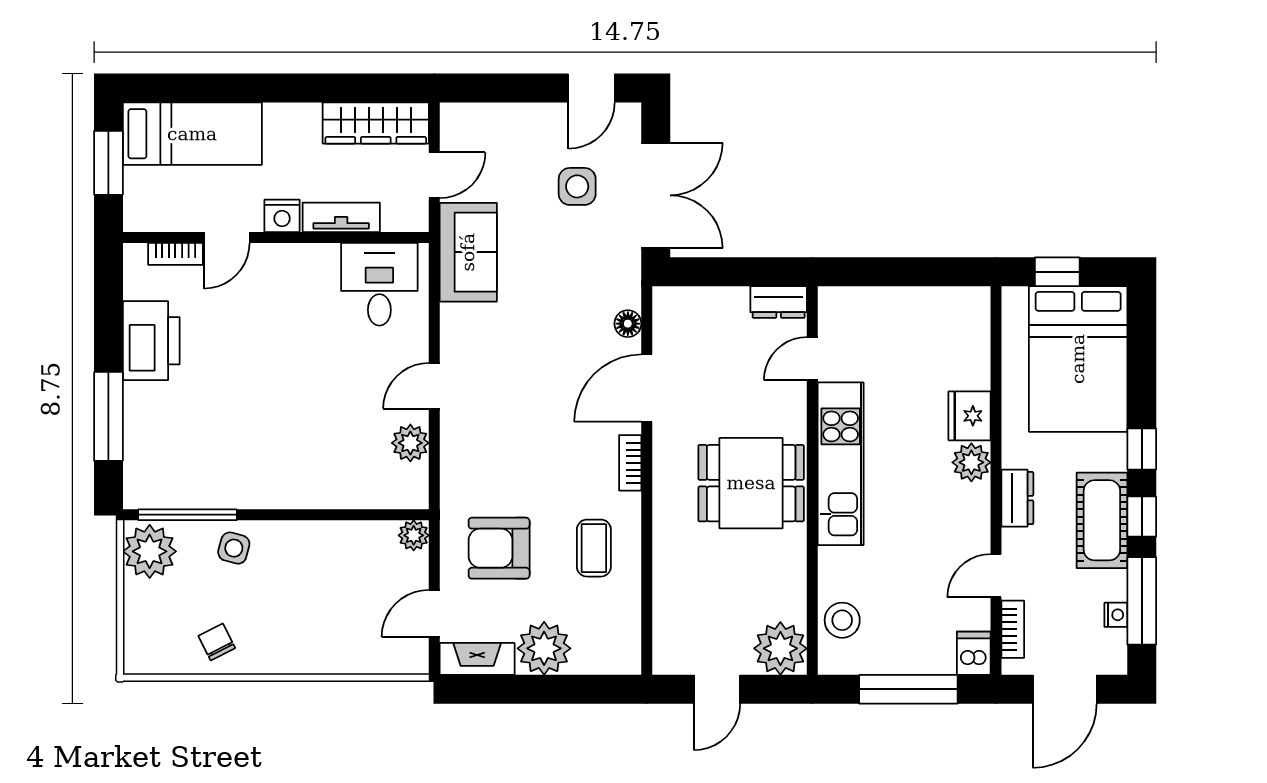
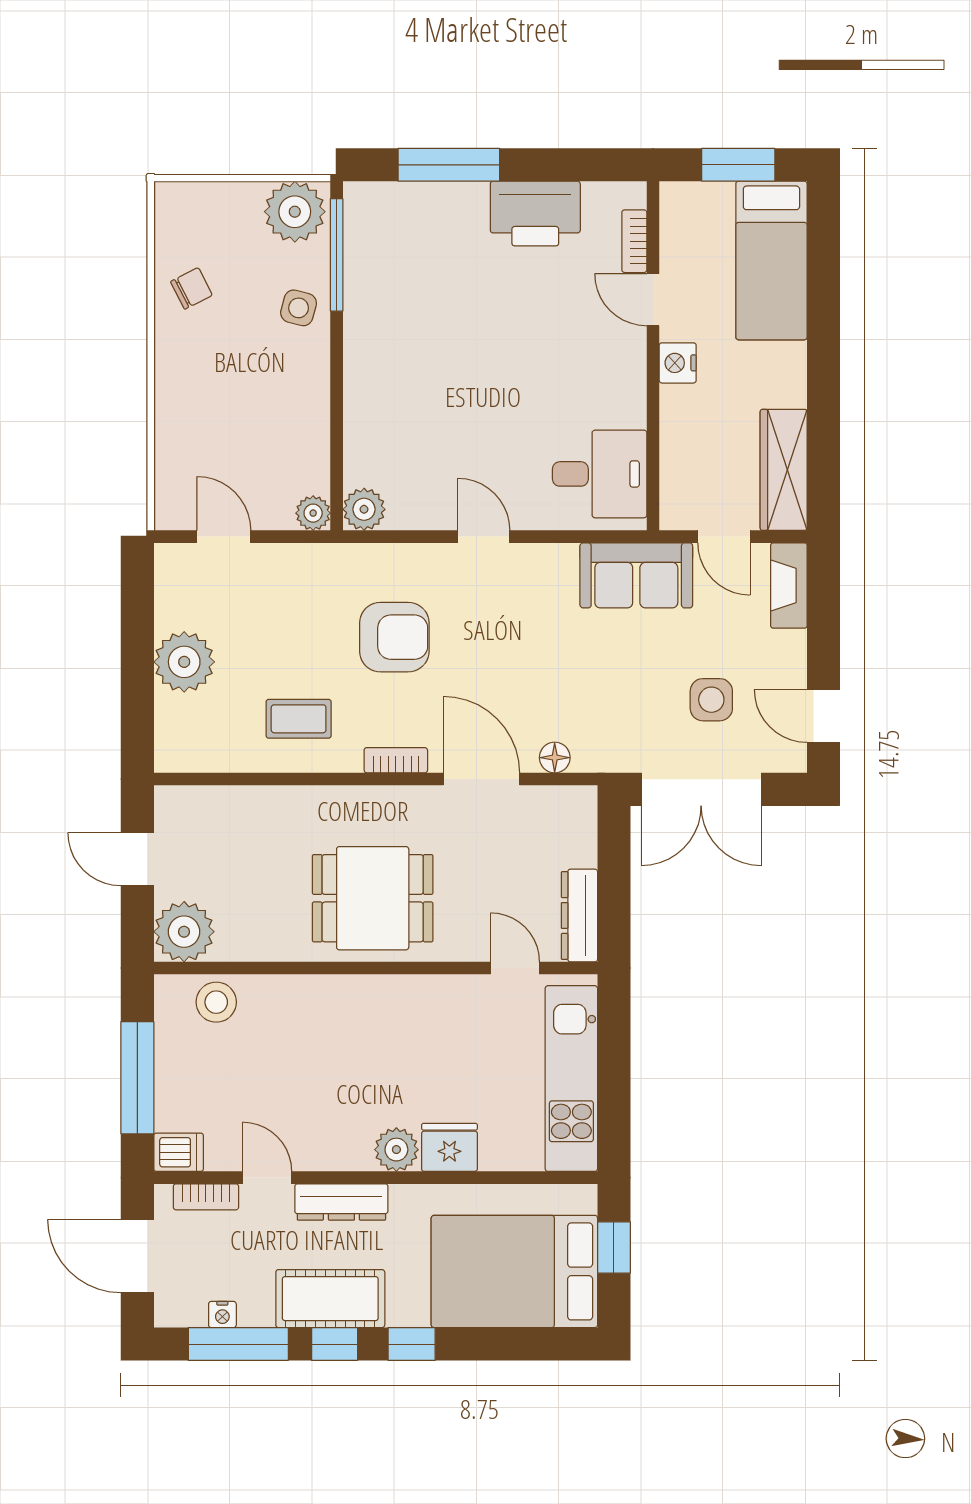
tv unit: (341, 217) -> (676, 430), removed
dresser: (779, 302) -> (579, 916), width x1.44
plant: (410, 443) -> (364, 509), moved
kitchen unit: (841, 464) -> (571, 1079), moved, turned 90
dining table: (751, 483) -> (373, 898), turned 90
dresser: (1017, 498) -> (341, 1202), width x1.44
armchair: (499, 548) -> (394, 637), moved, turned 90
fireplace: (477, 659) -> (789, 585), moved, turned 180

